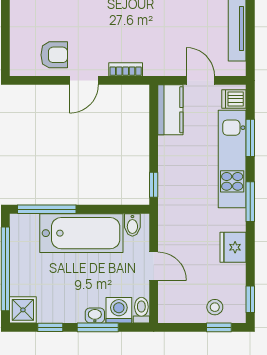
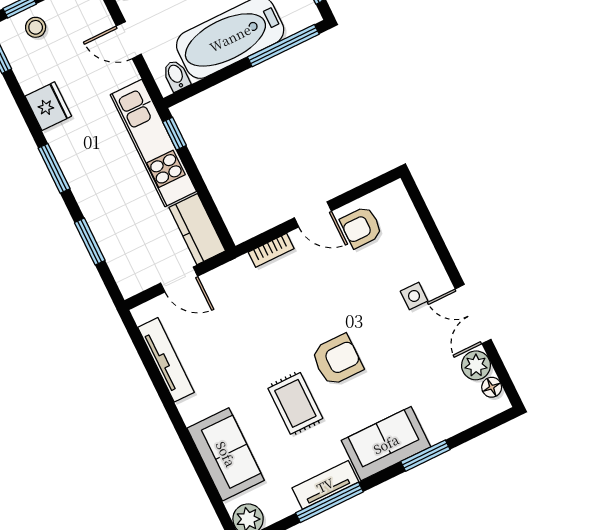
door: (84, 80) -> (313, 214), swing flipped
dishwasher: (234, 99) -> (130, 277), removed
kitchen unit: (232, 159) -> (153, 143), moved, turned 180

